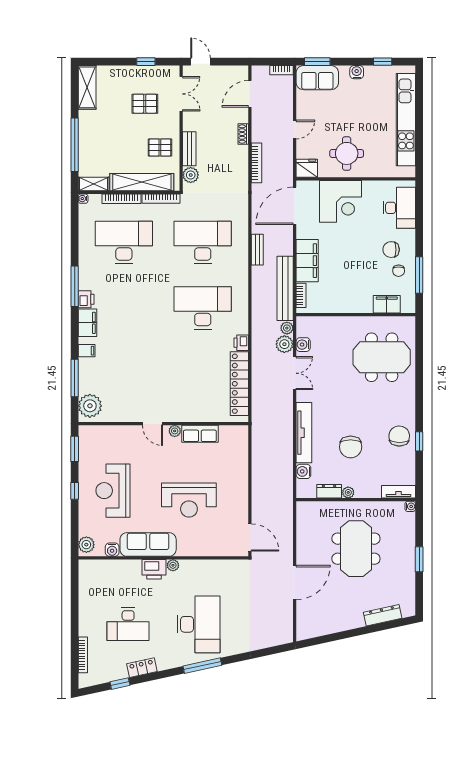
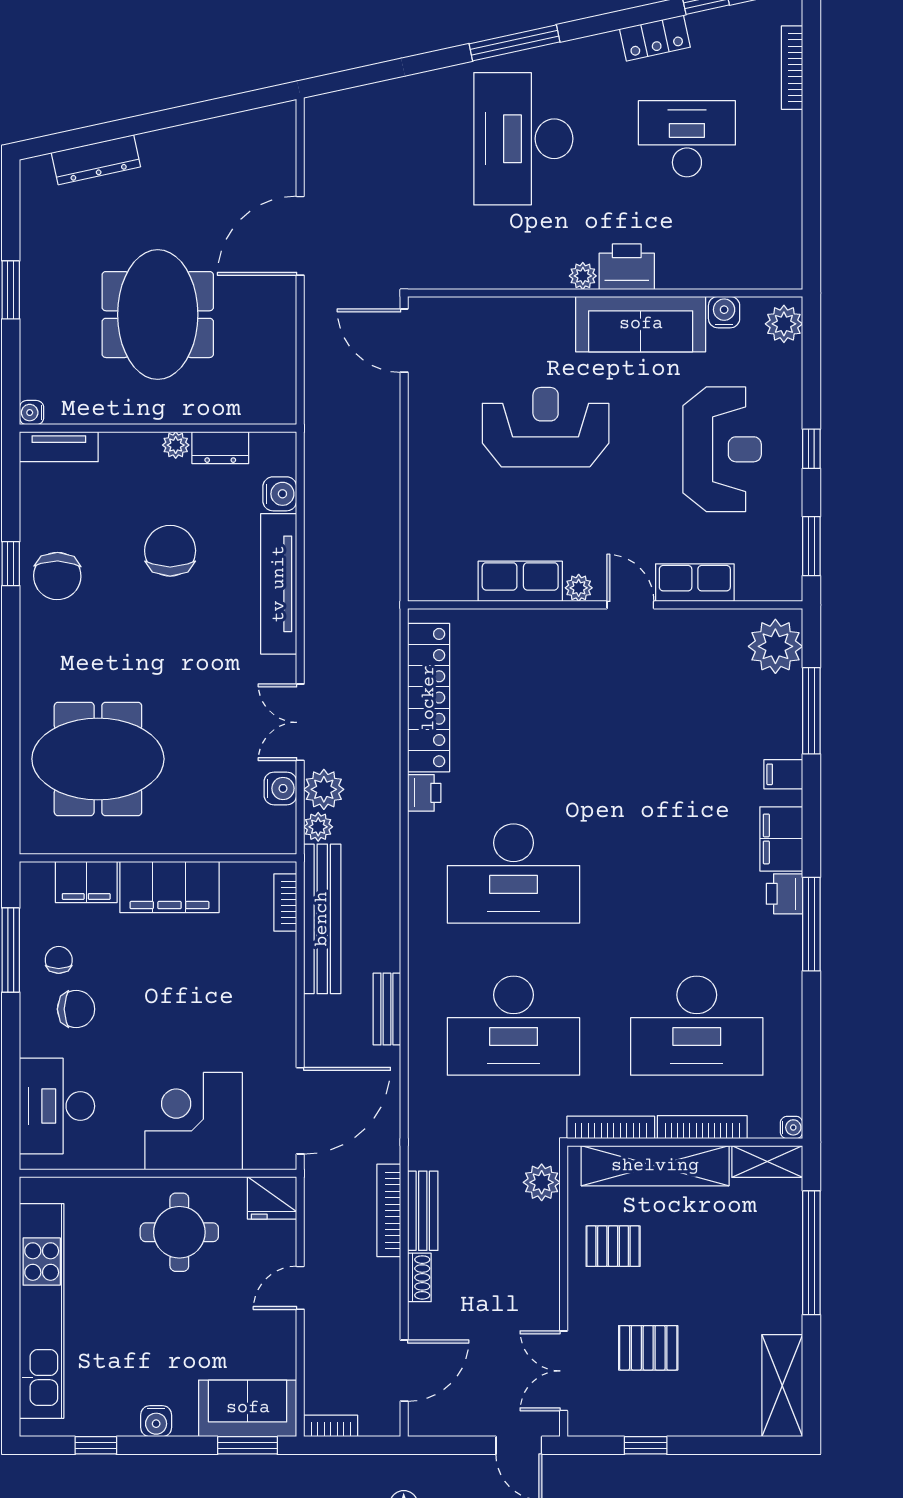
bench: (189, 149) -> (423, 1211), moved
filing cabinet: (307, 261) -> (169, 887), moved, turned -90
row of seats: (125, 433) -> (695, 583), added

